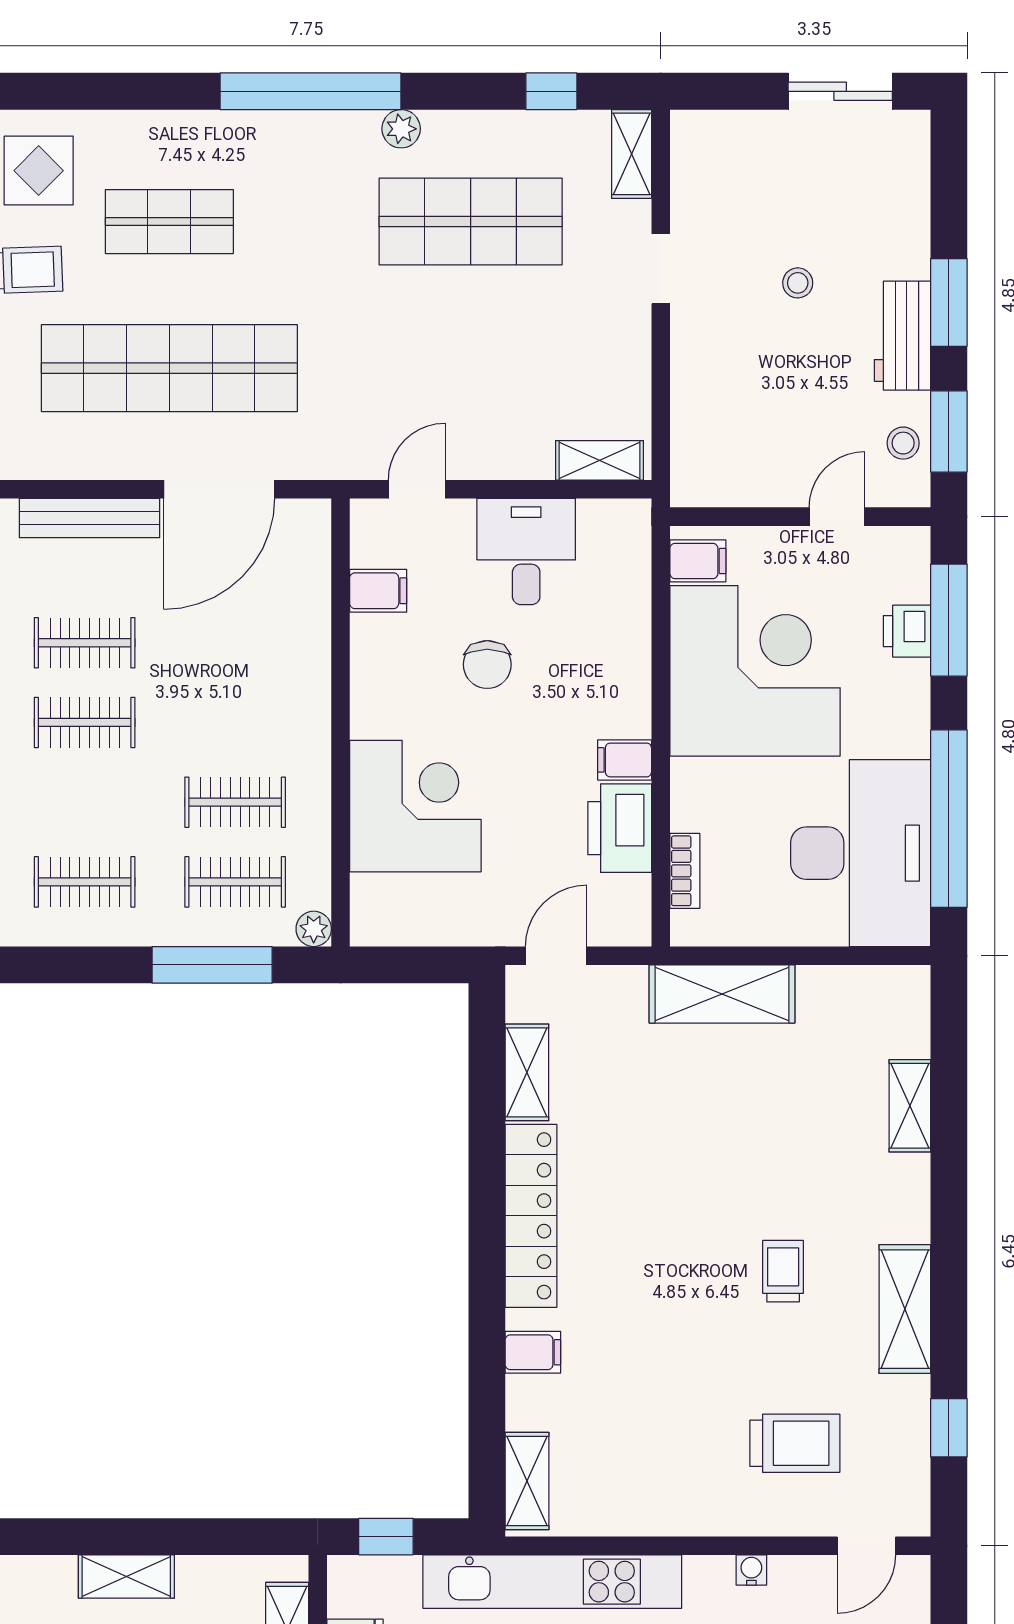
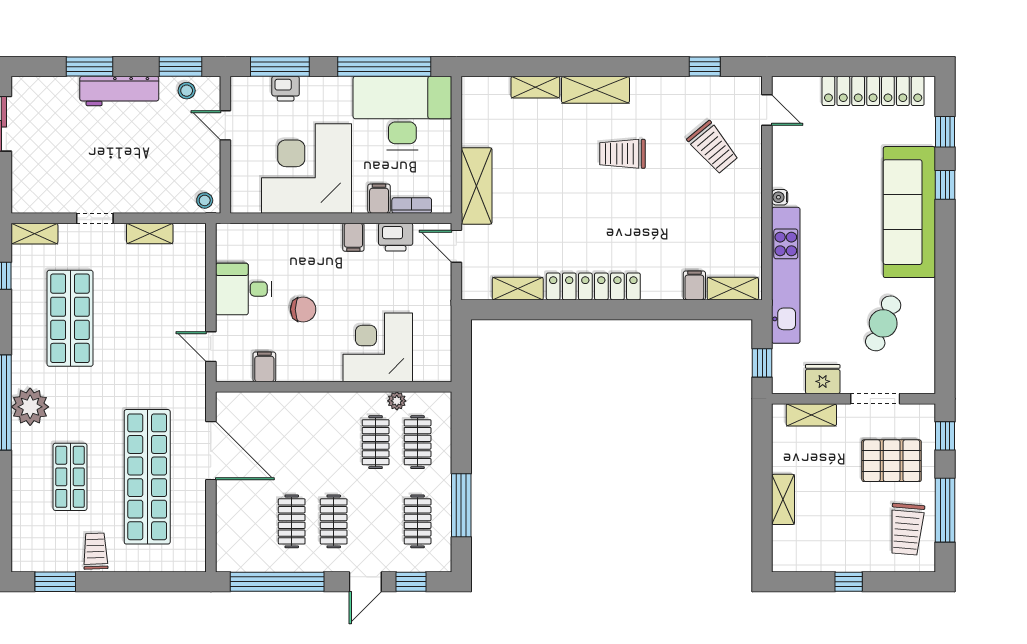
plant: (401, 129) -> (30, 407), moved, width x1.87, depth x1.87
display table: (39, 171) -> (43, 546), removed
stool: (798, 283) -> (205, 200), moved
window: (949, 302) -> (89, 67), moved
workbench: (902, 336) -> (119, 91), width x1.38
shelving: (600, 460) -> (150, 233), moved, turned 90
bench: (90, 518) -> (226, 519), removed
filing cabinet: (698, 561) -> (379, 199), moved
printer: (620, 828) -> (396, 237), width x0.73, depth x0.84
plant: (314, 929) -> (397, 401), moved
door: (556, 956) -> (456, 246), moved
window: (212, 965) -> (461, 505), moved
trolley: (783, 1271) -> (622, 154), width x1.36, depth x1.39
shelving: (905, 1309) -> (595, 90), moved
filing cabinet: (533, 1352) -> (694, 285), moved
trolley: (795, 1443) -> (713, 148), turned 140
water cooler: (751, 1570) -> (780, 197), moved

